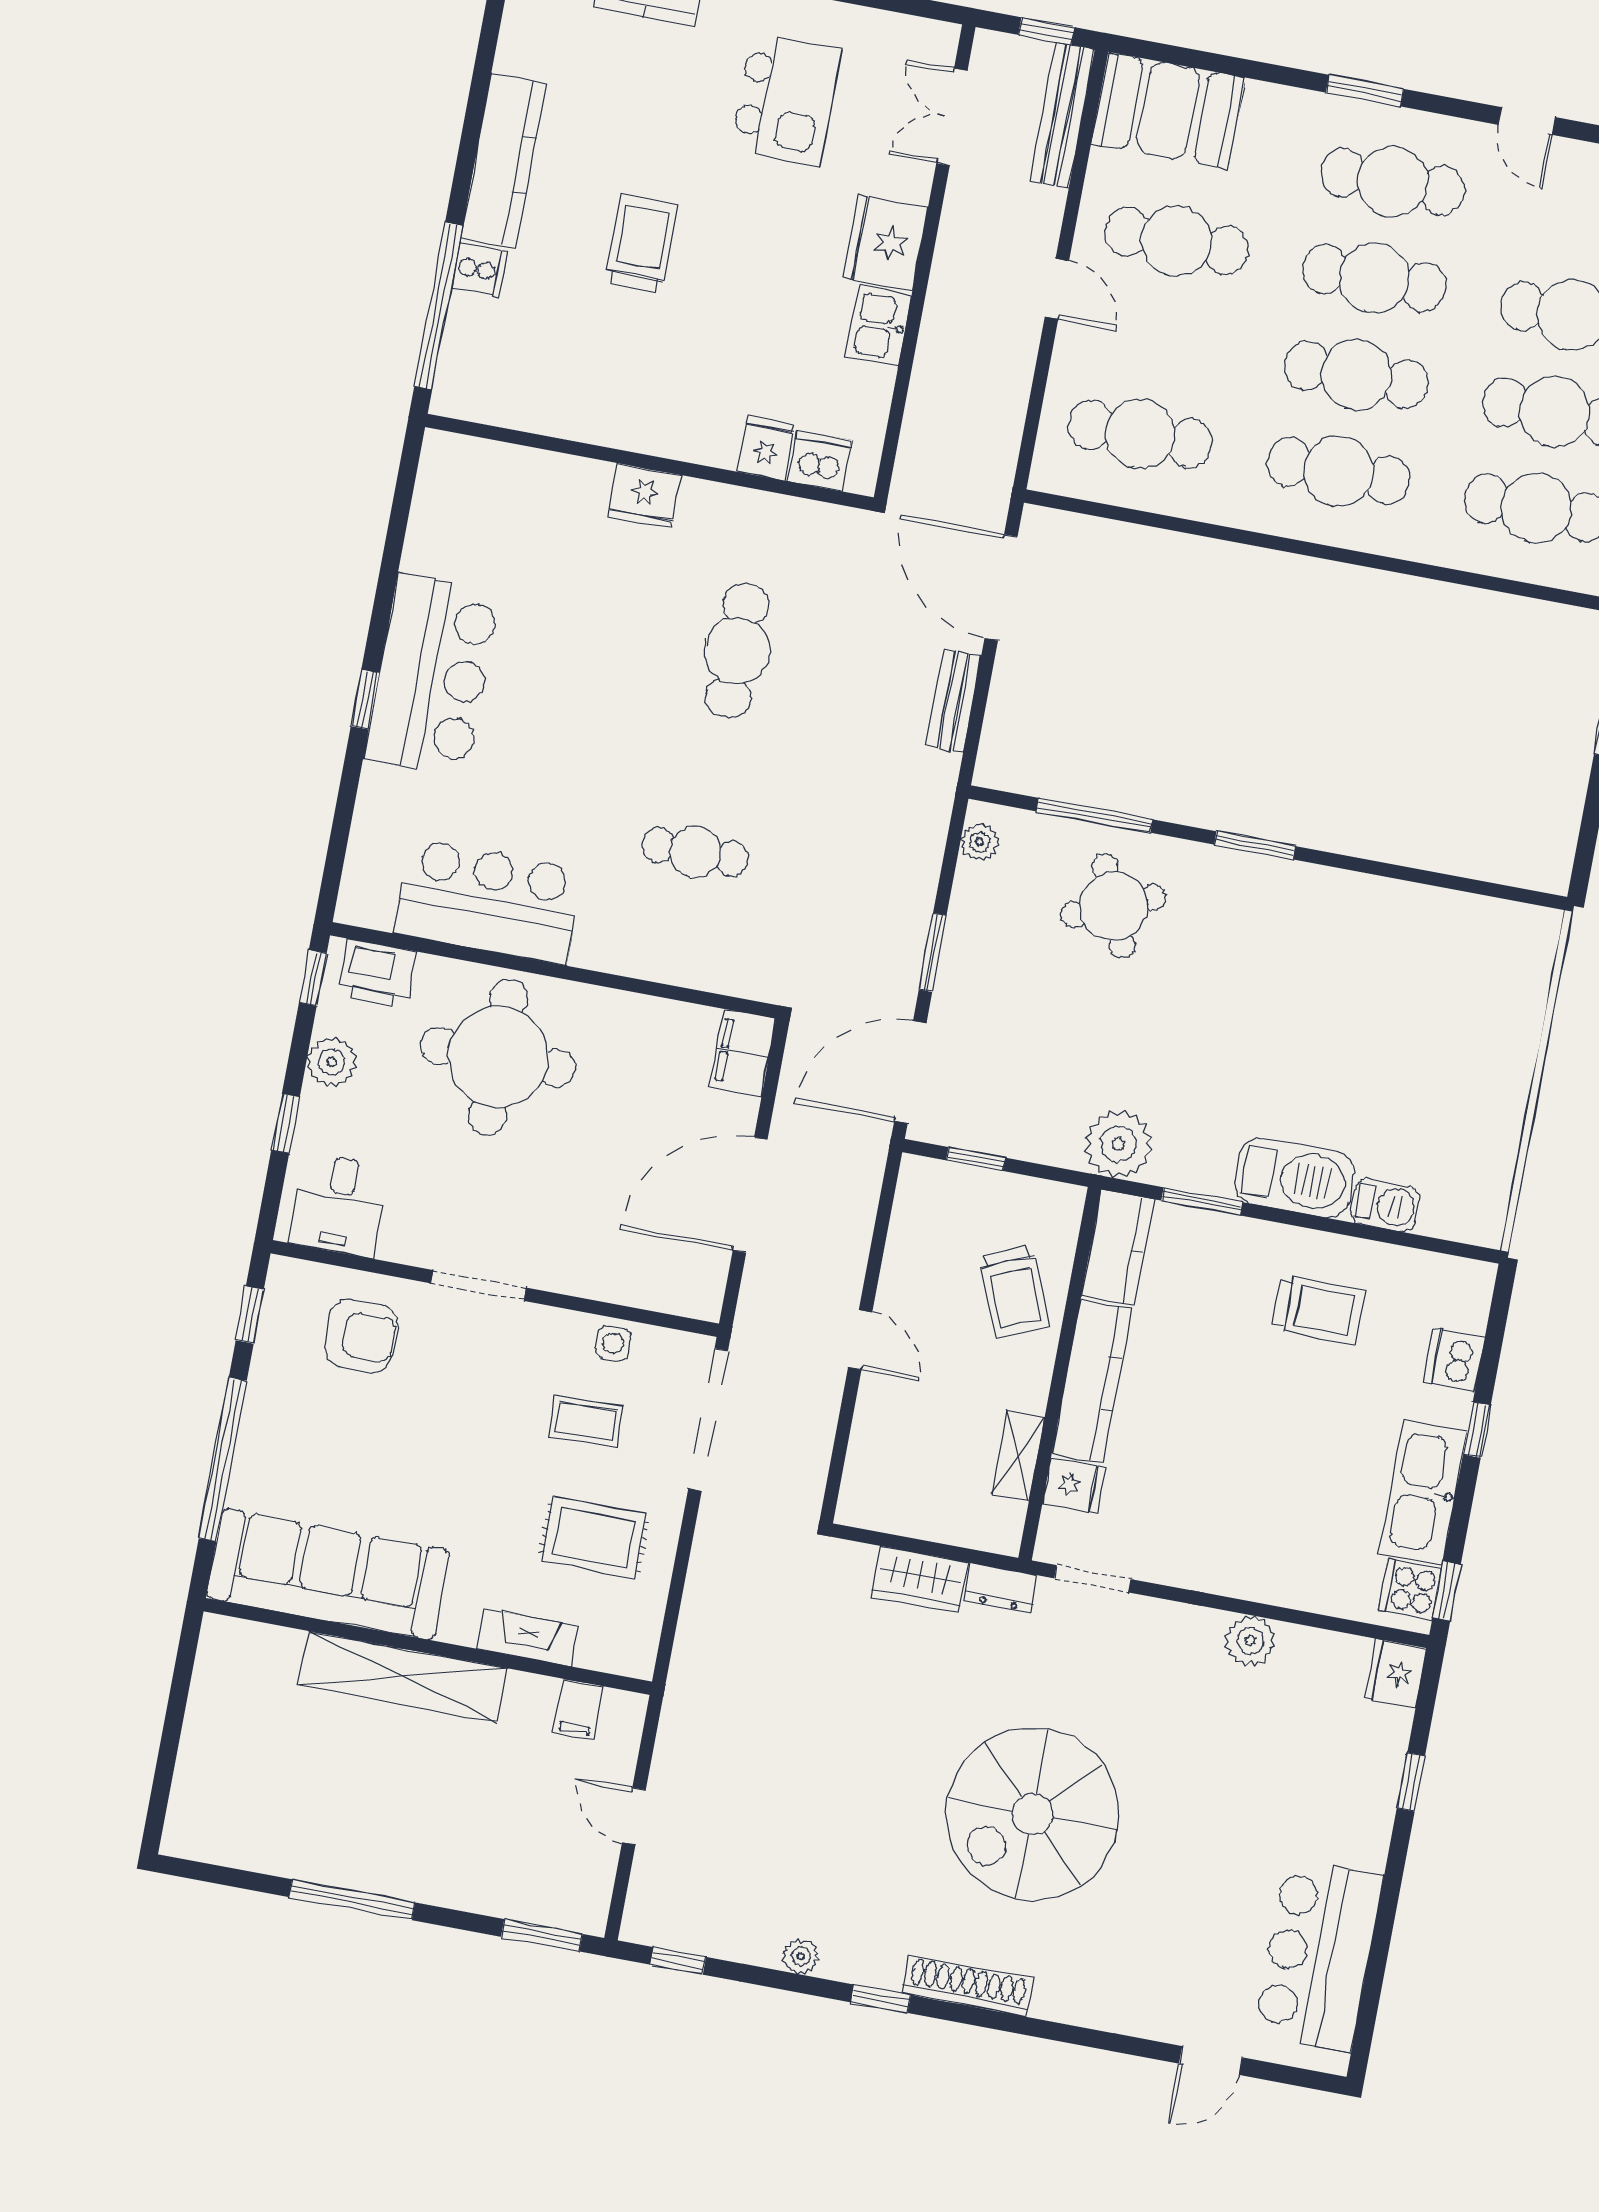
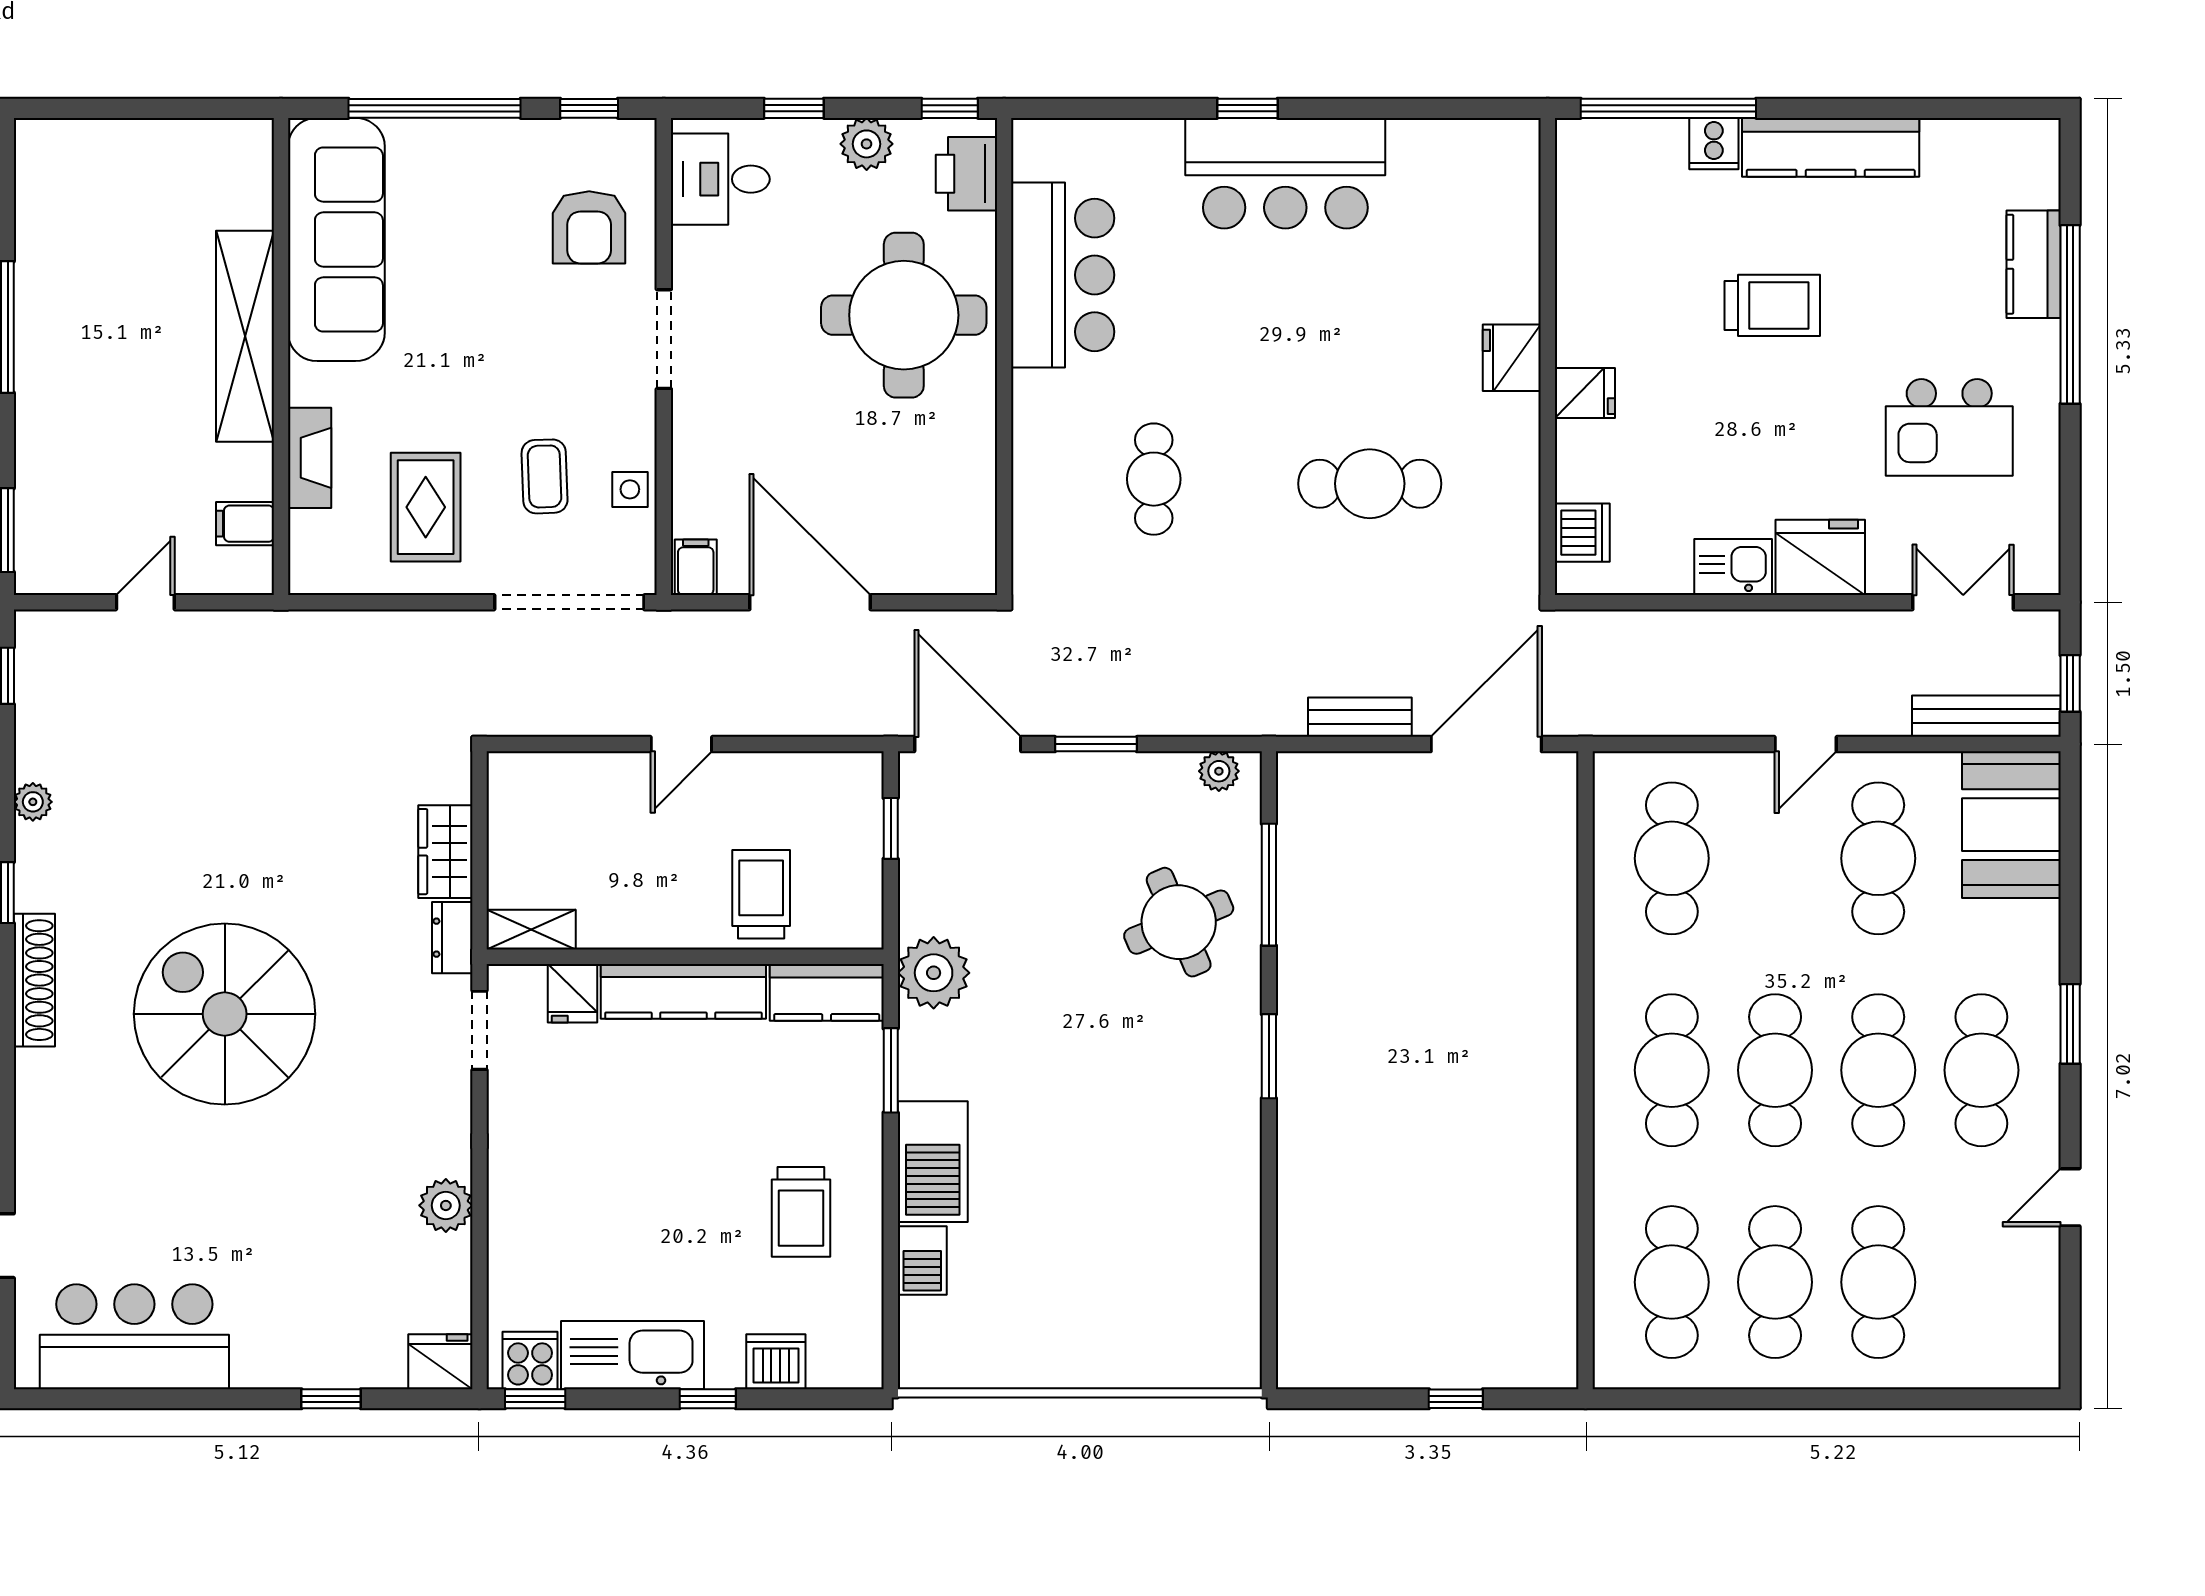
fridge: (766, 448) -> (1585, 393), moved
filing cabinet: (743, 1053) -> (696, 567), moved, width x0.50
trolley: (1014, 1292) -> (761, 894), turned 112
shelving: (1018, 1456) -> (531, 930), moved

